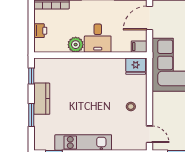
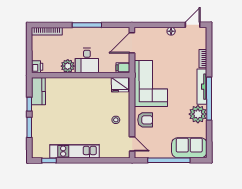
printer: (40, 31) -> (37, 67), moved
window: (31, 76) -> (29, 104), moved
kitchen counter: (42, 99) -> (38, 91), moved
armchair: (165, 107) -> (145, 120), added

